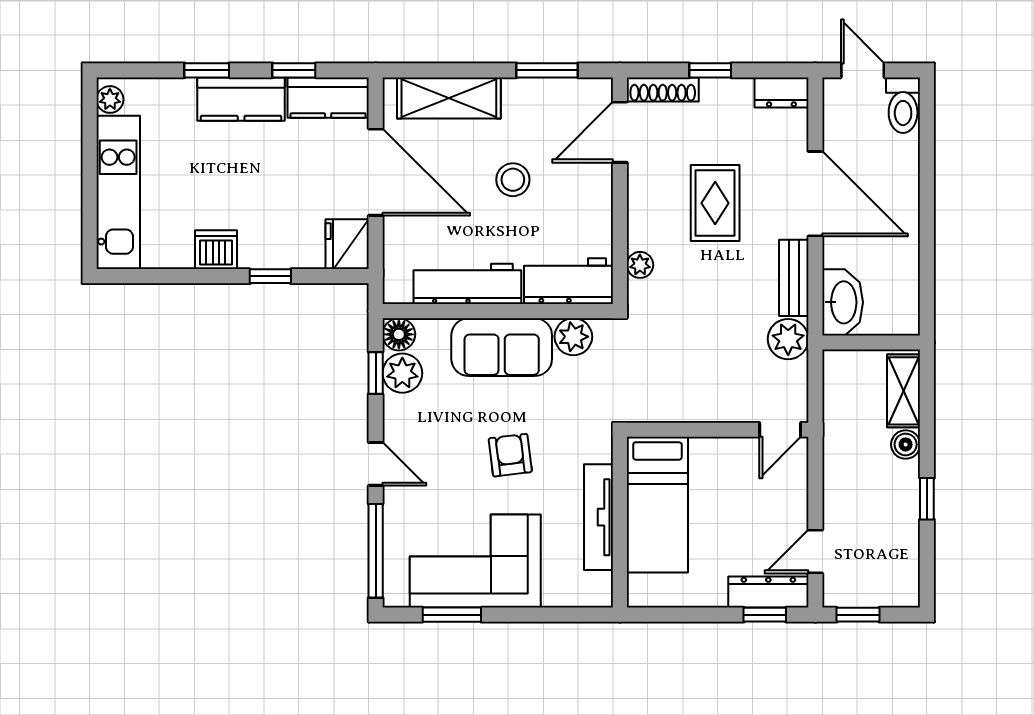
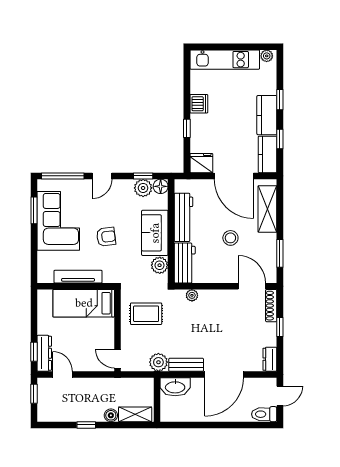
door: (376, 172) -> (234, 176), hinge flipped
rug: (715, 203) -> (146, 314), moved

